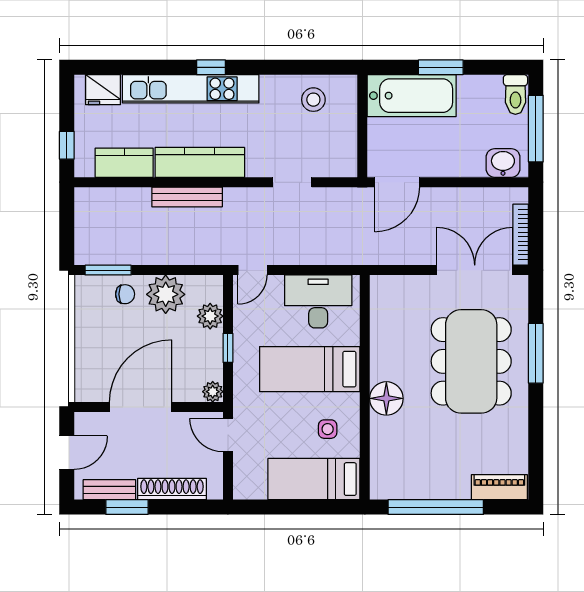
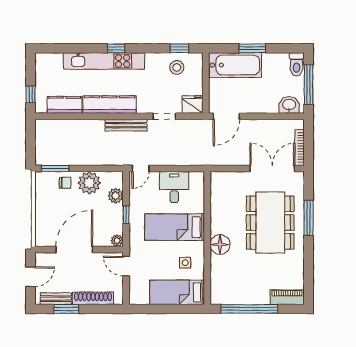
window: (318, 67) -> (179, 48), added
fridge: (103, 90) -> (193, 105), moved, turned 180
bench: (187, 197) -> (126, 125), moved
desk: (318, 301) -> (174, 187), width x0.73

